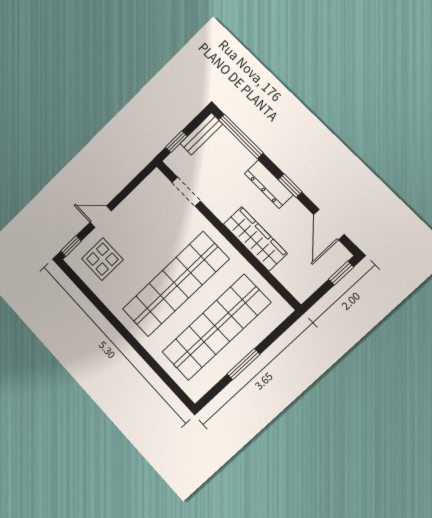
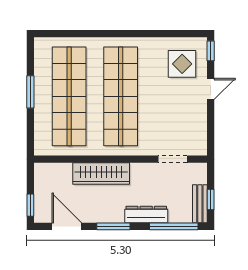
window: (176, 142) -> (211, 199), moved
dresser: (269, 184) -> (146, 214), moved
window: (290, 186) -> (113, 226), width x1.50

